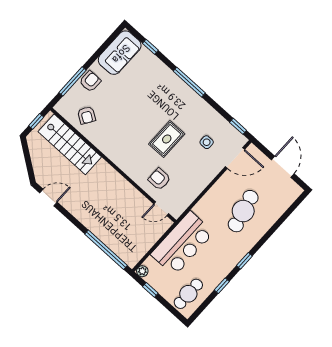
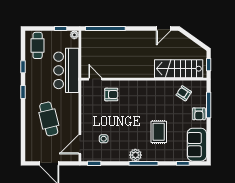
plant: (190, 98) -> (135, 155), added
rug: (167, 139) -> (159, 132), moved
door: (161, 209) -> (95, 79), hinge flipped

